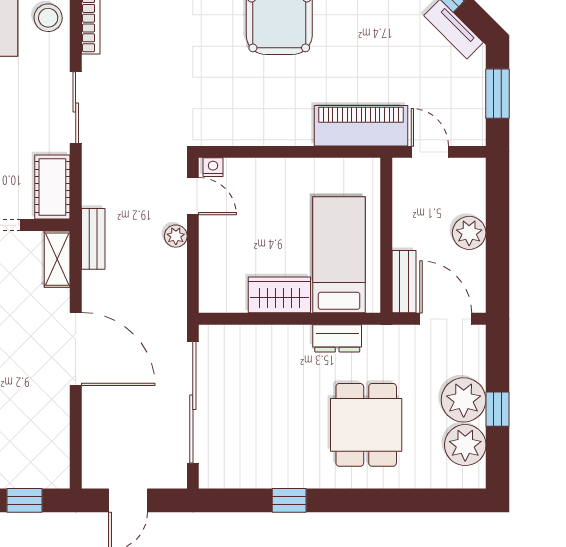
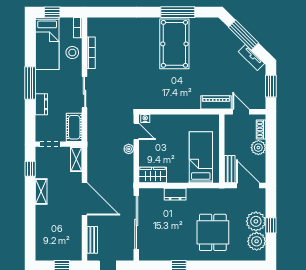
piano: (361, 126) -> (216, 102), width x0.73, depth x0.75
shoe rack: (475, 192) -> (261, 129), added
bench: (93, 239) -> (92, 240), moved
wardrobe: (279, 295) -> (153, 175), moved
dresser: (337, 338) -> (175, 194), moved

